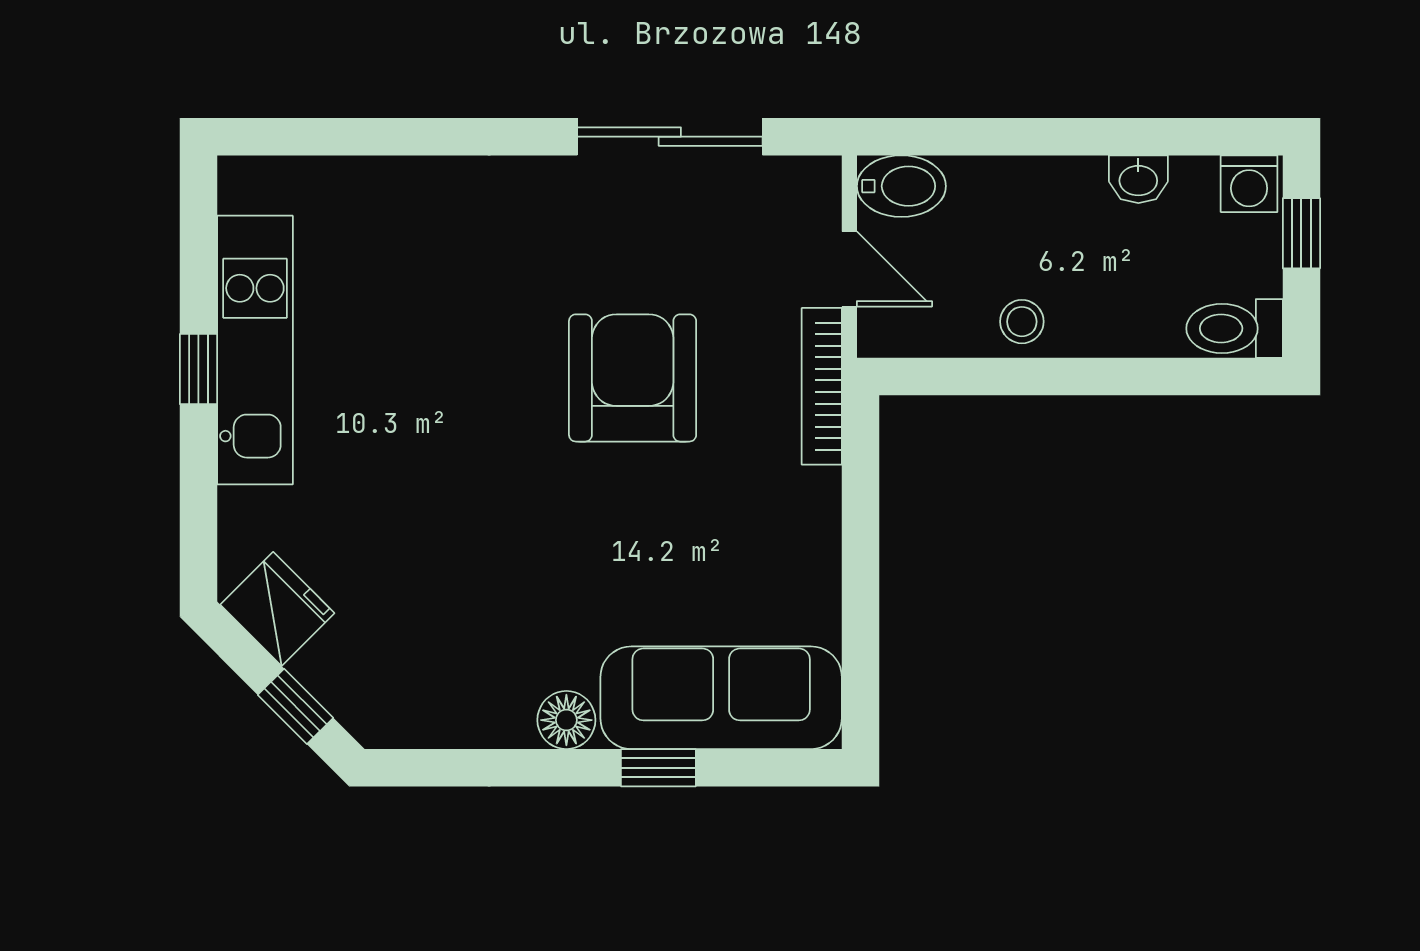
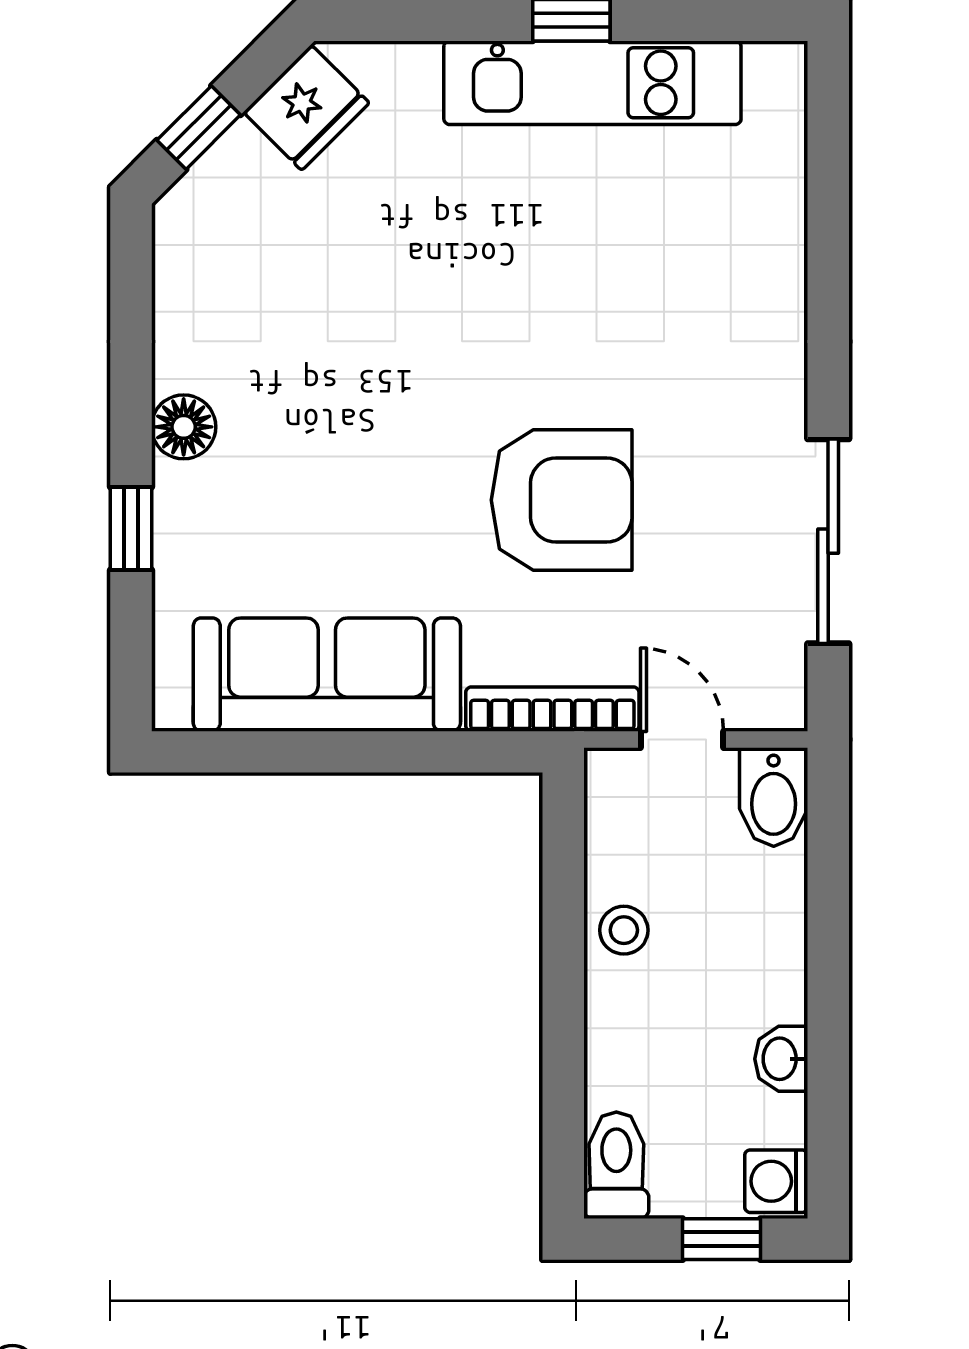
door: (849, 269) -> (682, 740), swing flipped
sofa: (721, 698) -> (327, 675), moved, turned -90

